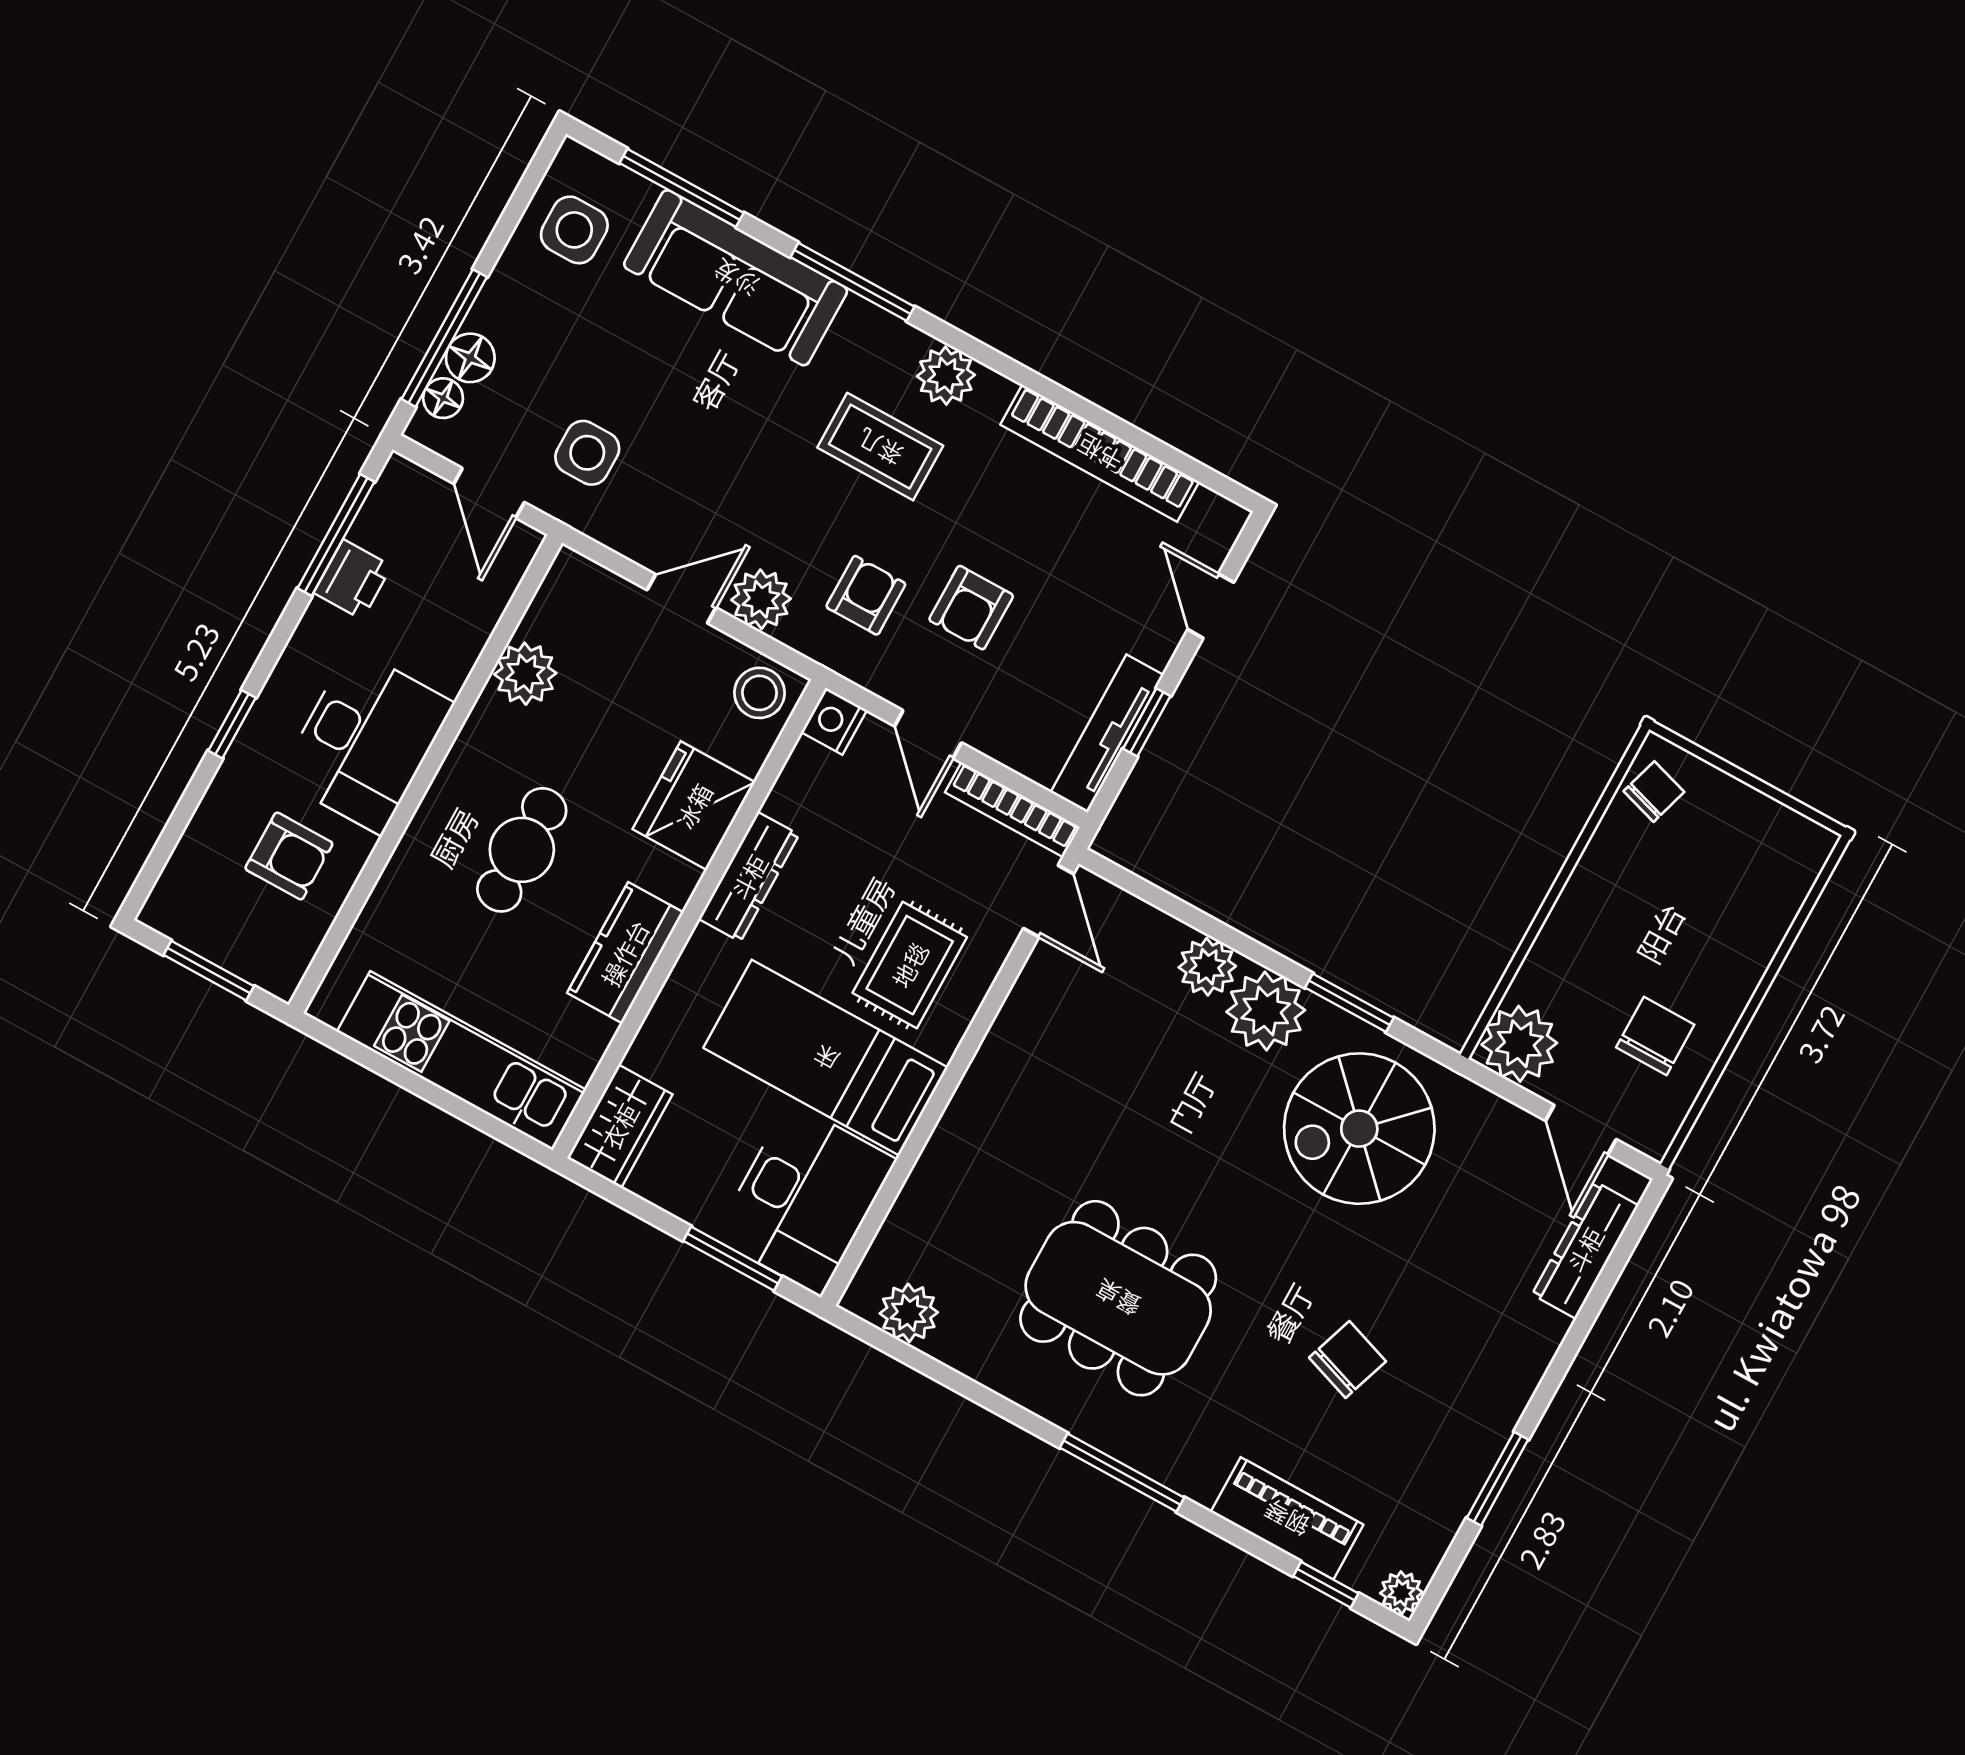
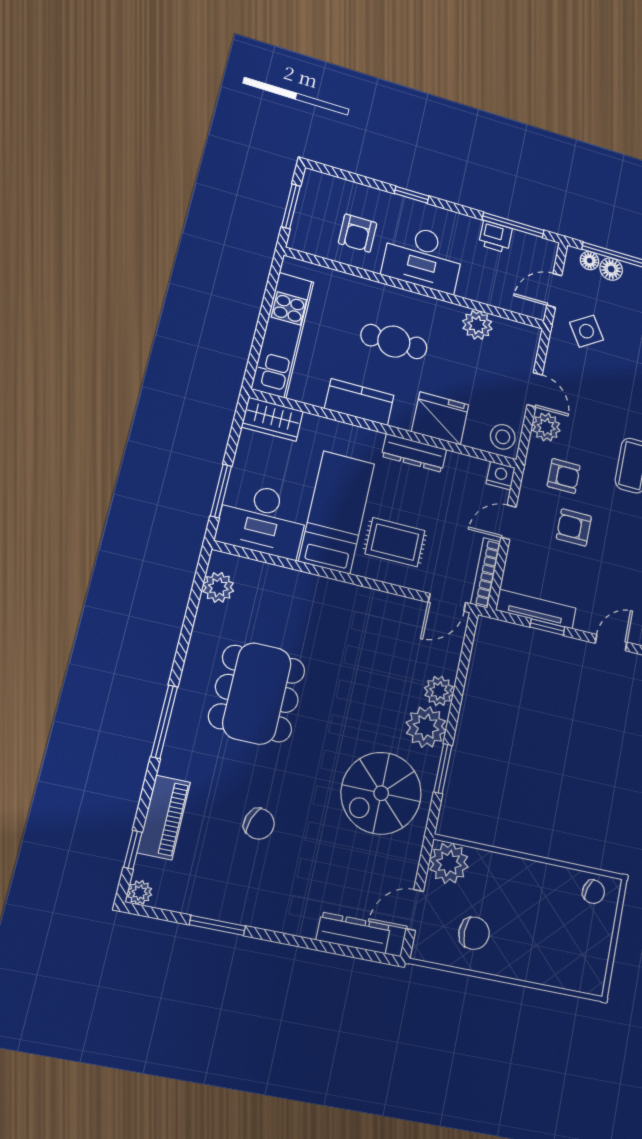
side table: (587, 453) -> (587, 331), turned -33
spiral stairs: (1359, 1129) -> (381, 793), turned -90

